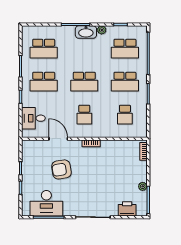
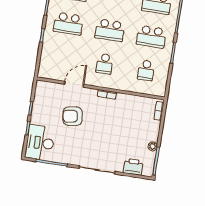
desk: (33, 118) -> (52, 59), removed
door: (58, 139) -> (74, 84), hinge flipped
desk: (46, 203) -> (40, 143), moved, turned 90

